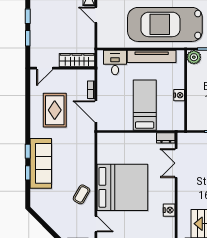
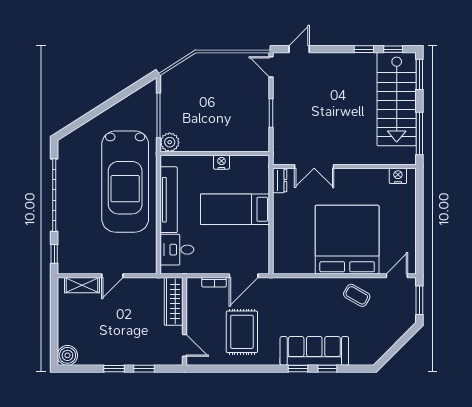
rug: (55, 110) -> (242, 332), turned 90
nightstand: (169, 210) -> (398, 176), moved

